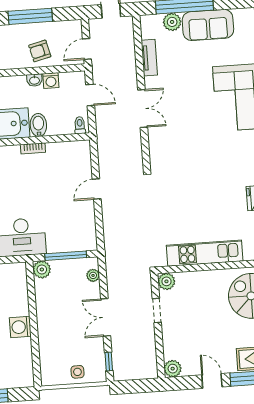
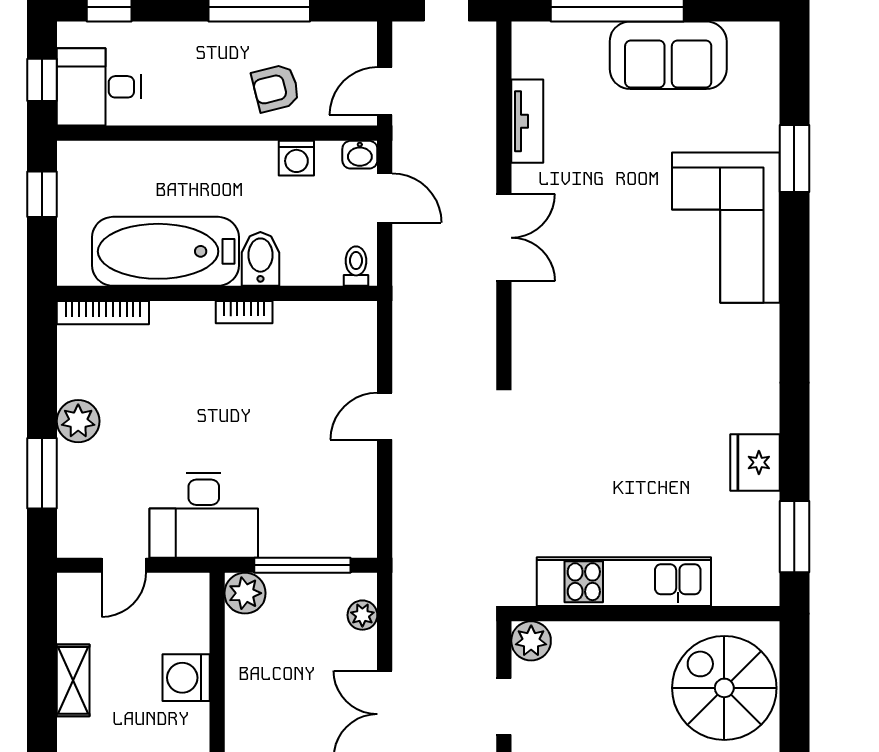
plant: (172, 22) -> (586, 42), removed
washbasin: (34, 80) -> (360, 155), moved
washing machine: (20, 327) -> (186, 678), moved

